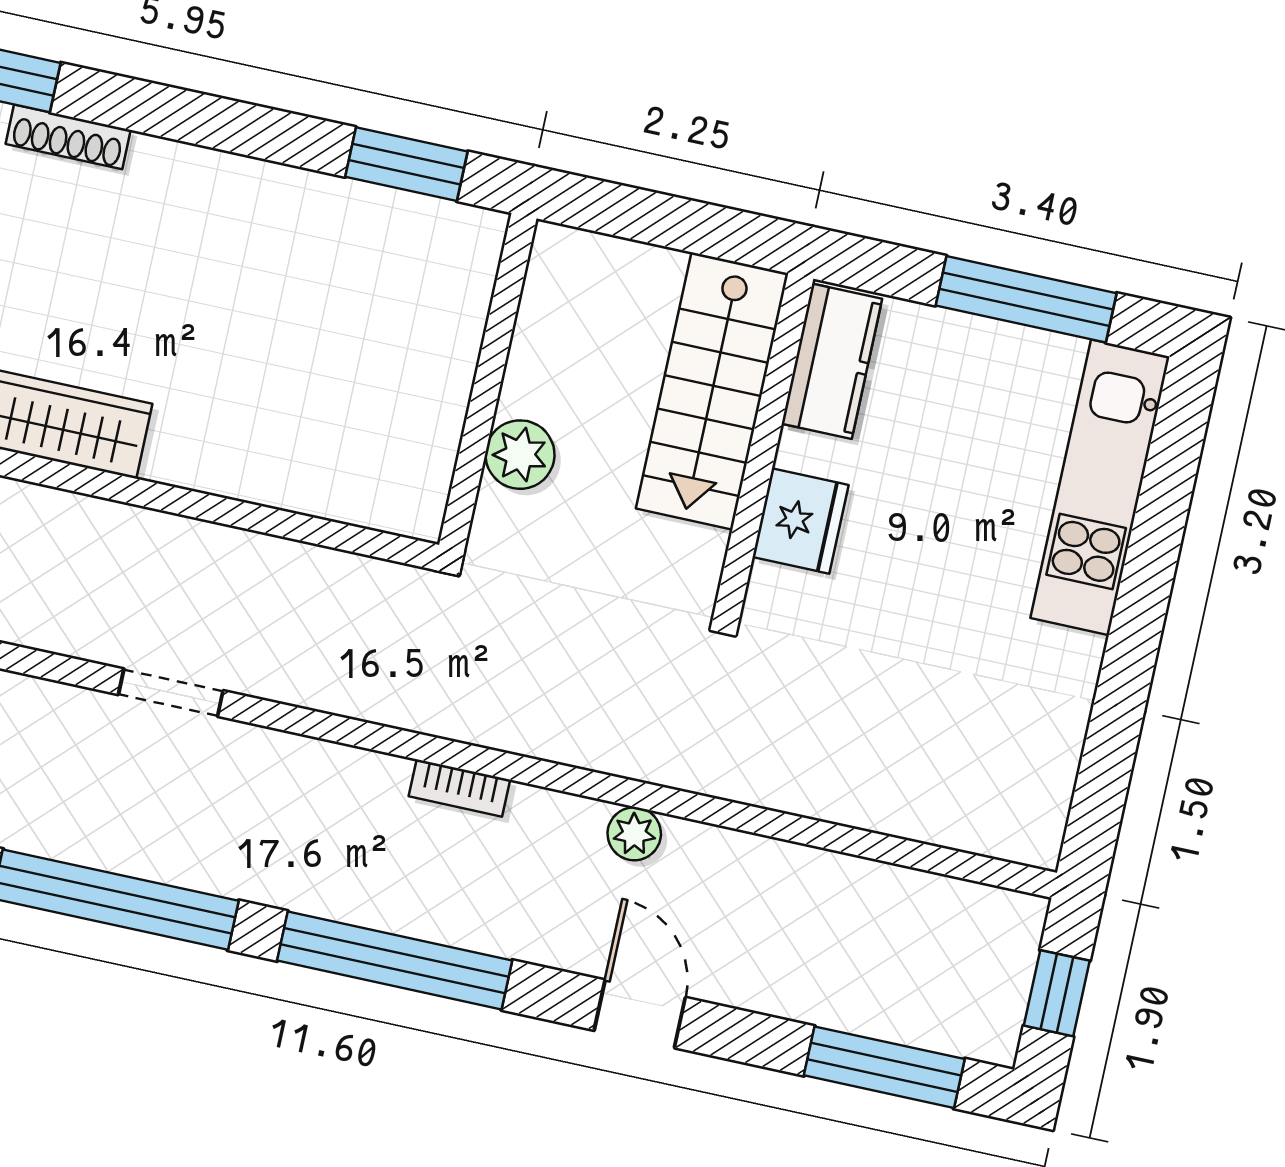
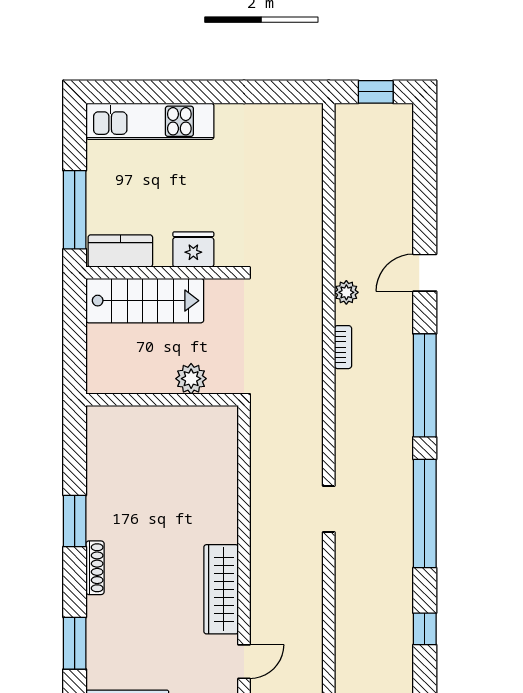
shoe rack: (68, 137) -> (95, 568), moved
window: (406, 164) -> (75, 521), moved
window: (1026, 299) -> (75, 210), moved
bookcase: (459, 788) -> (343, 347), moved
window: (884, 1067) -> (425, 160), removed

